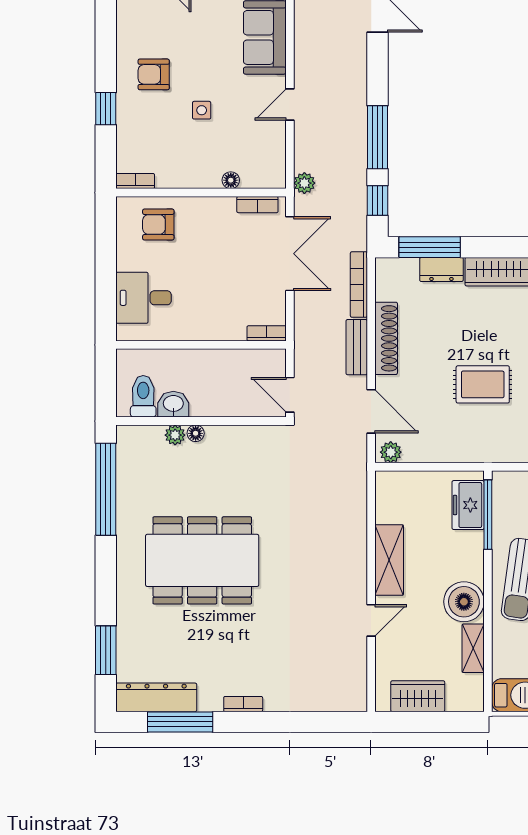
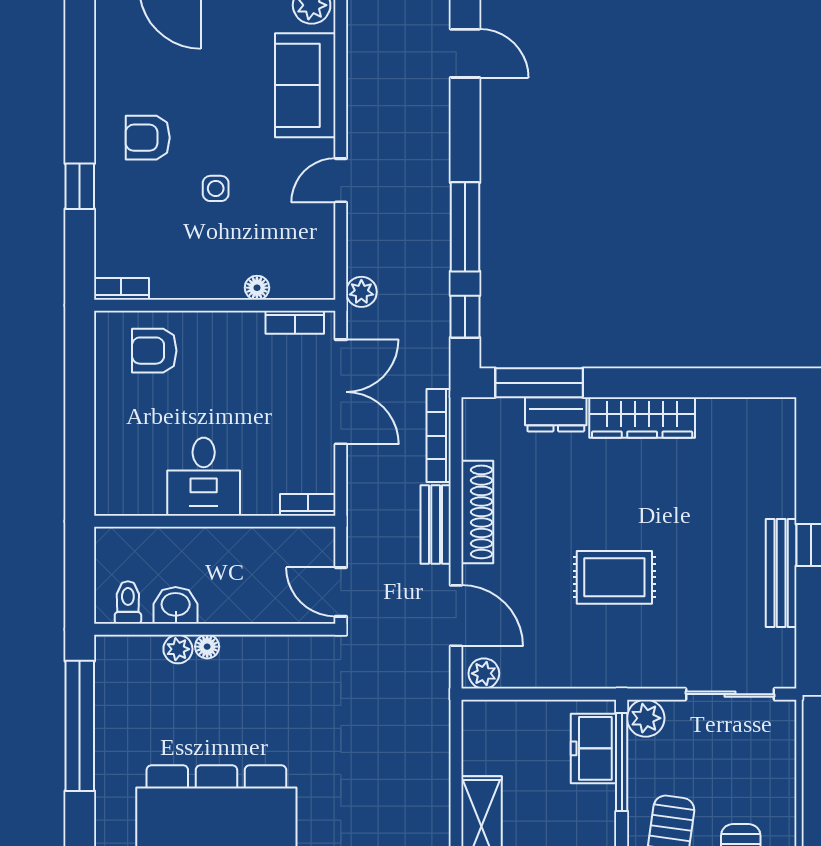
desk: (144, 298) -> (204, 477), moved, turned -90
toilet: (143, 396) -> (128, 602), width x0.73, depth x0.72
plant: (505, 484) -> (646, 718), added

